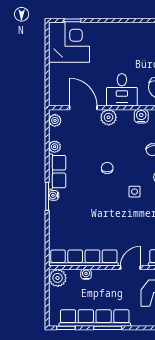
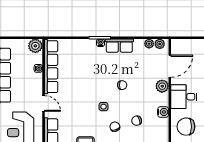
plant: (55, 147) -> (149, 44), moved

